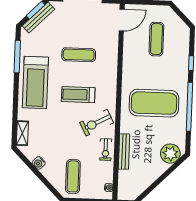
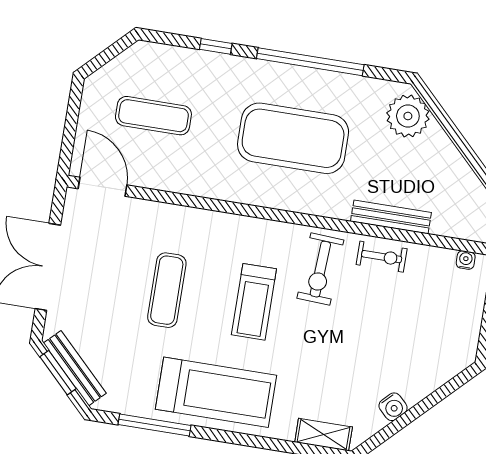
exercise mat: (154, 103) -> (293, 138), turned 90
exercise bike: (97, 123) -> (320, 269), turned 31
exercise mat: (73, 176) -> (432, 335), removed

